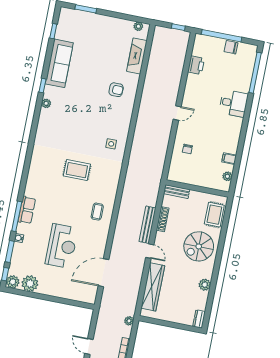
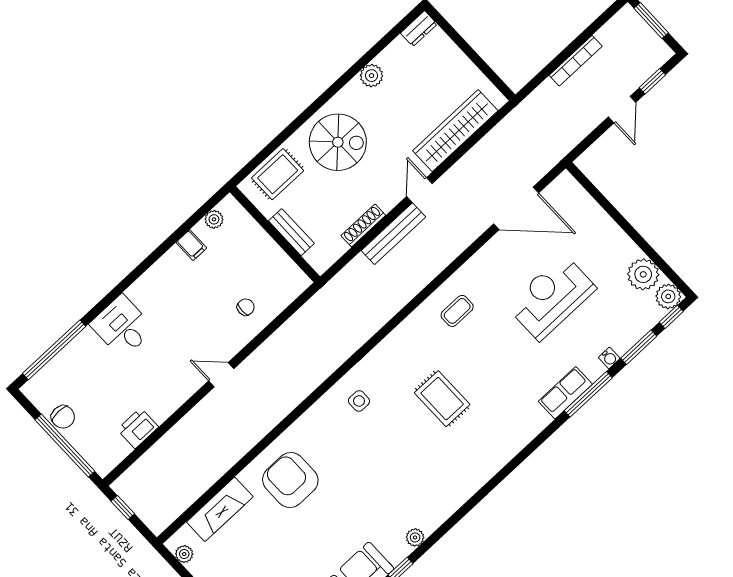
armchair: (116, 90) -> (290, 480), width x1.88, depth x1.88
bench: (177, 192) -> (291, 232), moved
plant: (129, 321) -> (530, 104), removed

